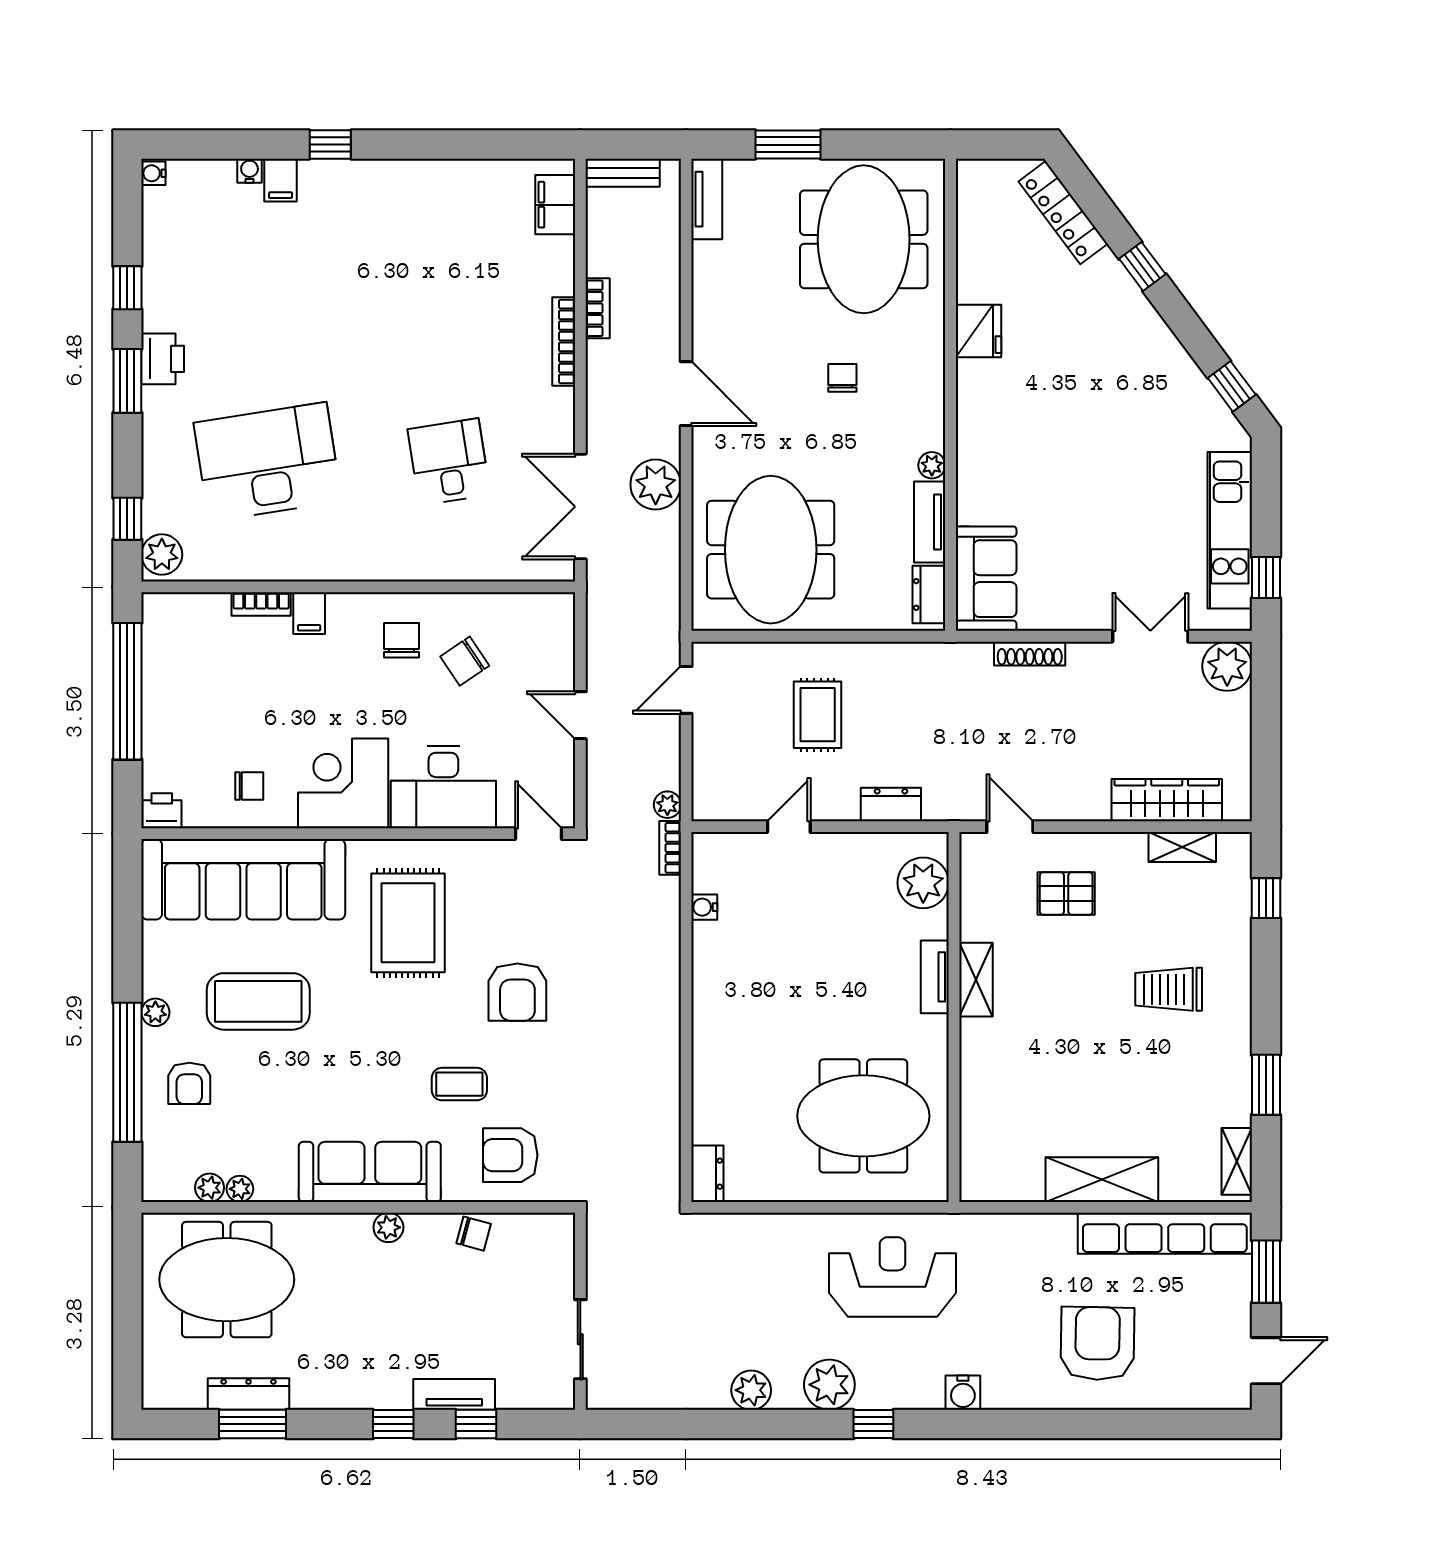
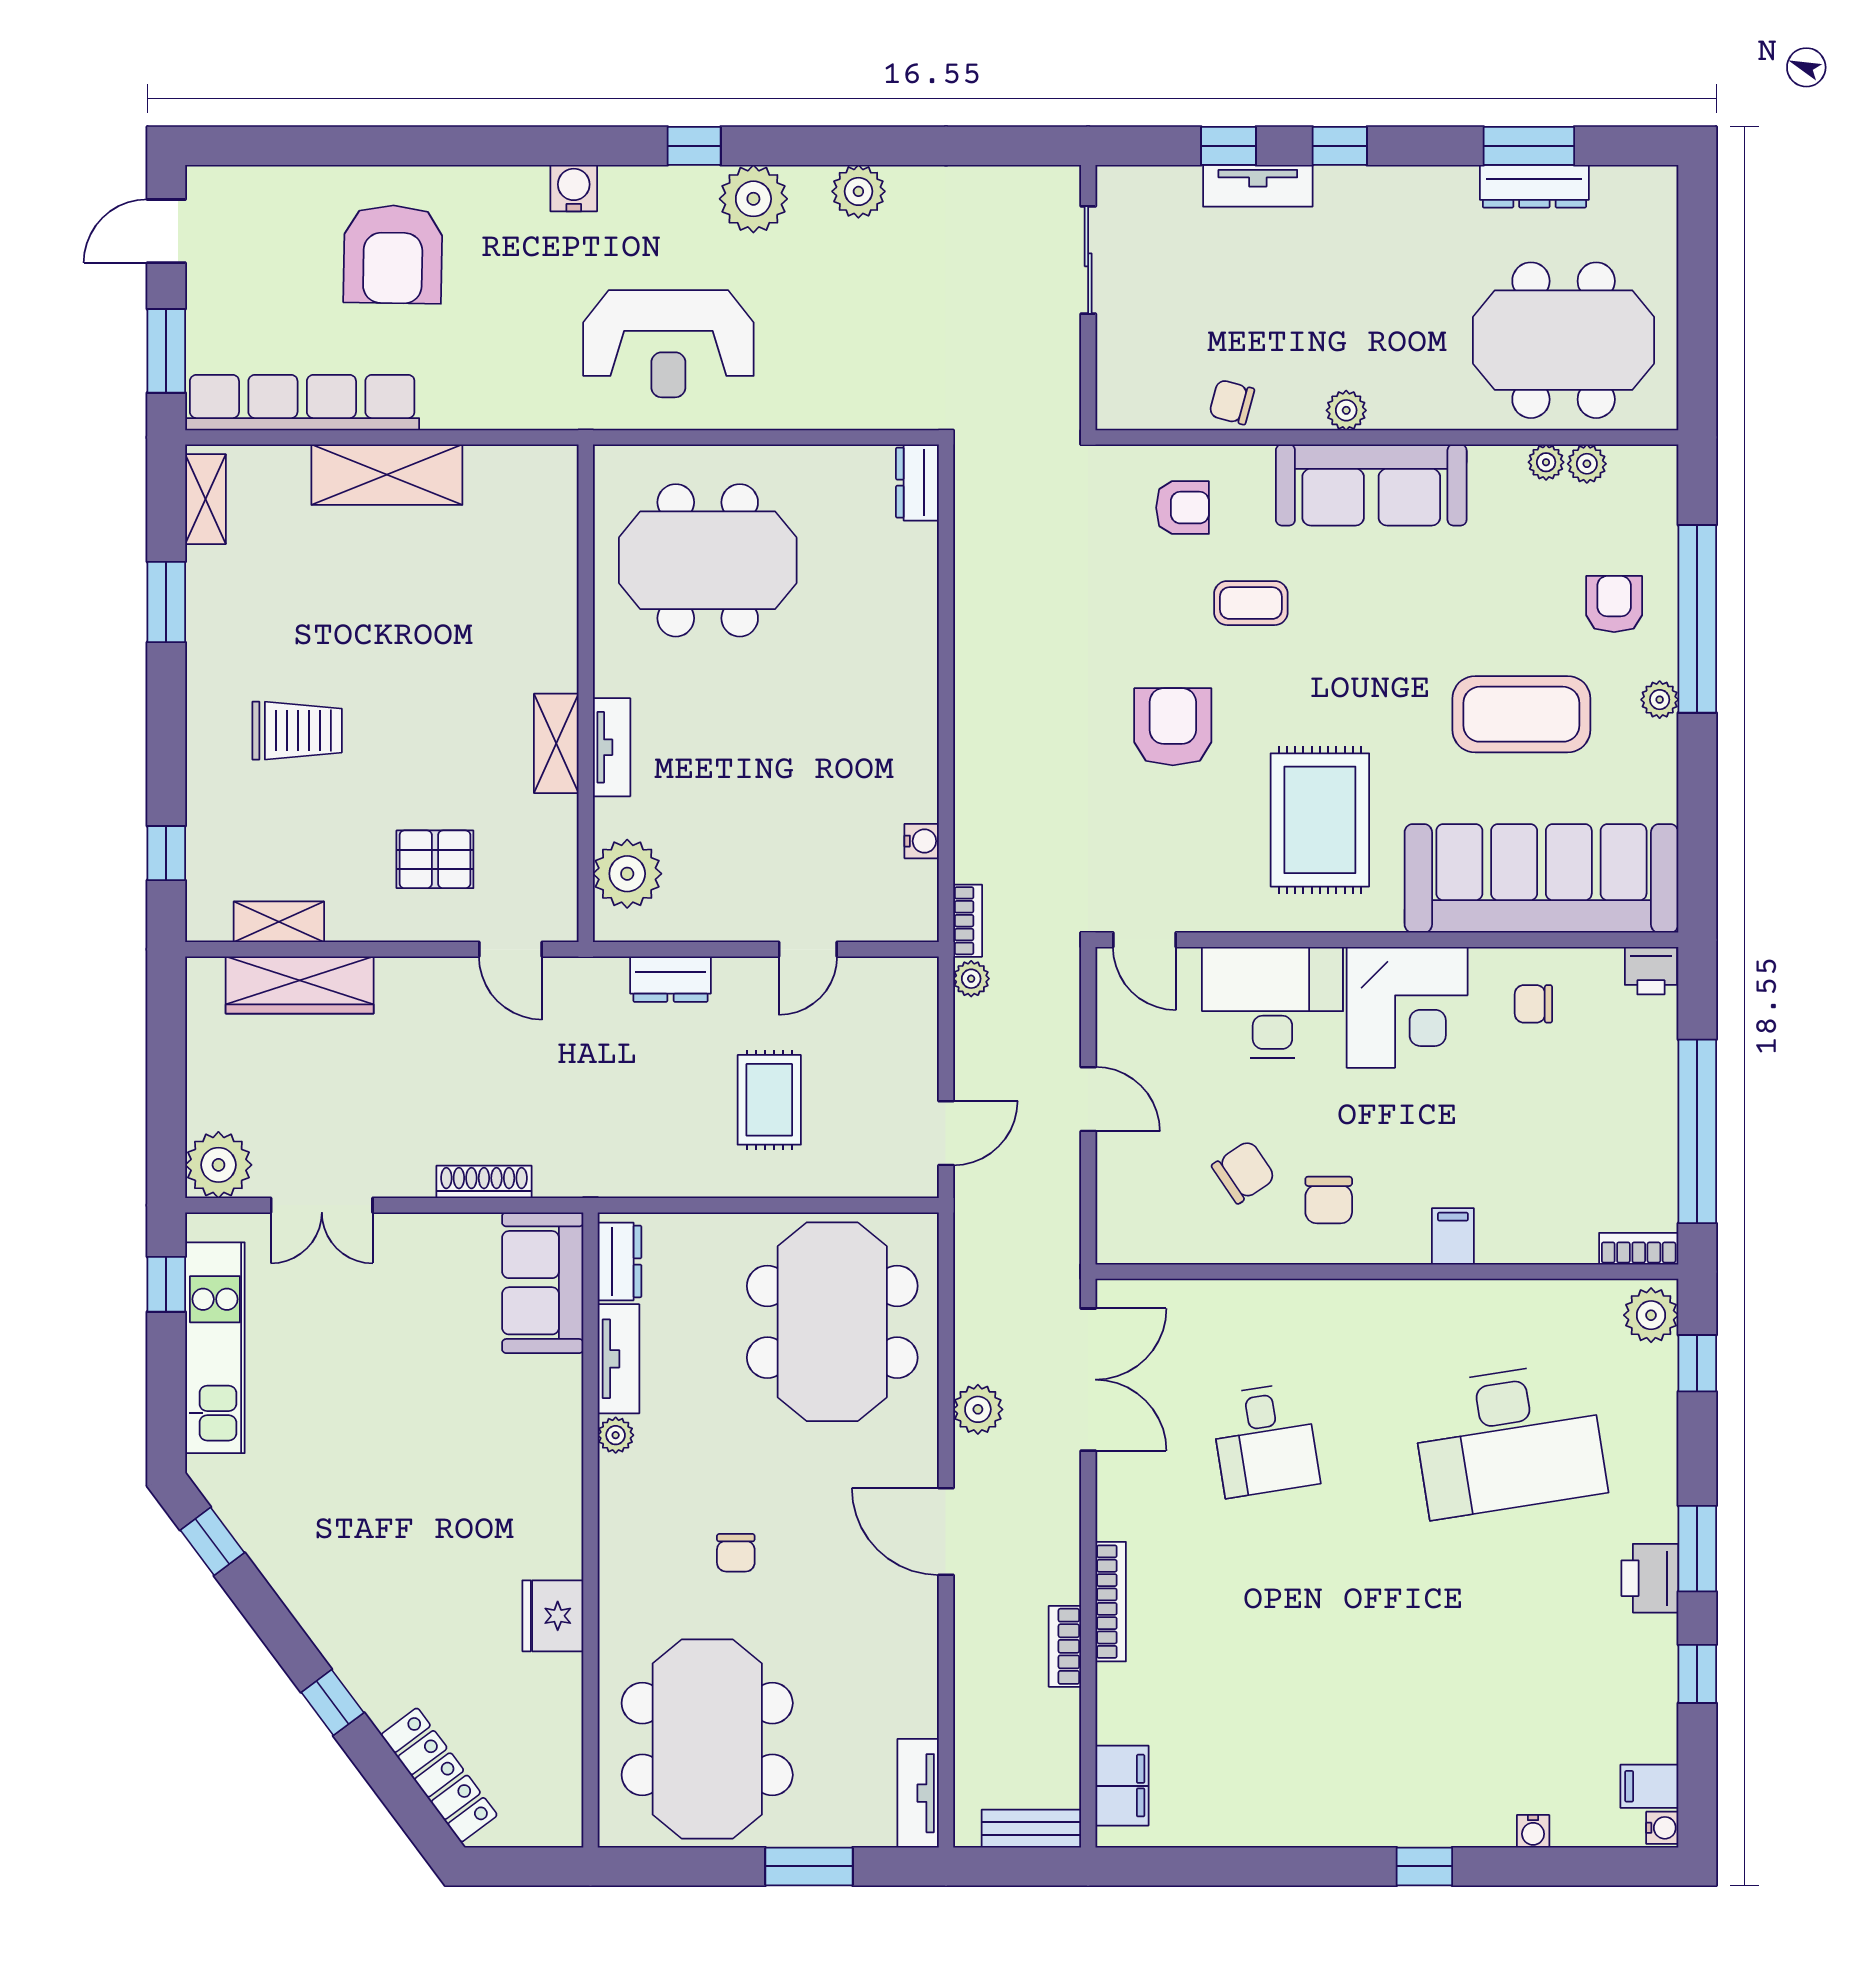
filing cabinet: (281, 180) -> (1649, 1786), moved, turned -90
plant: (656, 484) -> (978, 1409), width x0.73, depth x0.73
bookcase: (261, 604) -> (1639, 1249), moved
armchair: (510, 1155) -> (1183, 508), width x0.72, depth x0.72

